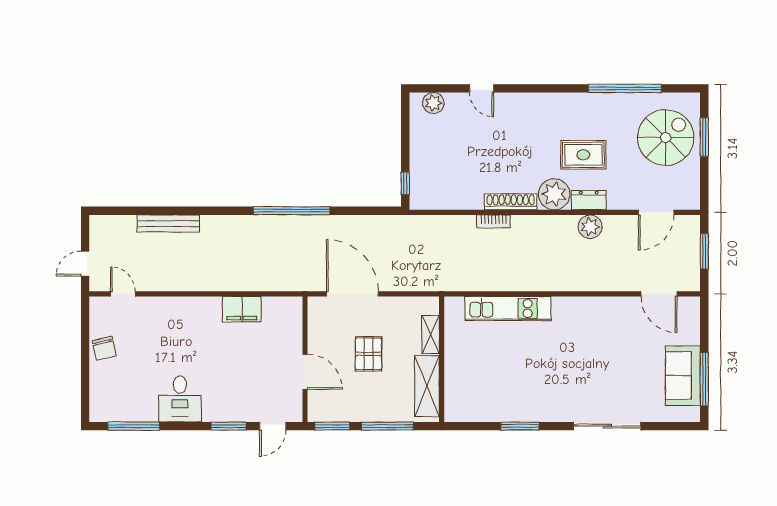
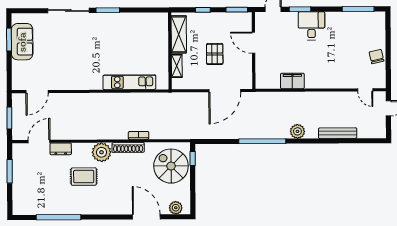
door: (482, 88) -> (146, 217), width x1.88
window: (704, 137) -> (10, 171), moved
spiral stairs: (666, 138) -> (171, 166), moved, turned 90
dresser: (589, 200) -> (61, 149), moved
plant: (590, 227) -> (297, 131), moved
door: (352, 294) -> (225, 91), hinge flipped
door: (659, 294) -> (37, 92), swing flipped
window: (704, 379) -> (9, 40), width x0.69
desk: (180, 399) -> (311, 26), moved
window: (387, 426) -> (203, 10), width x0.46
window: (520, 426) -> (108, 10), moved

